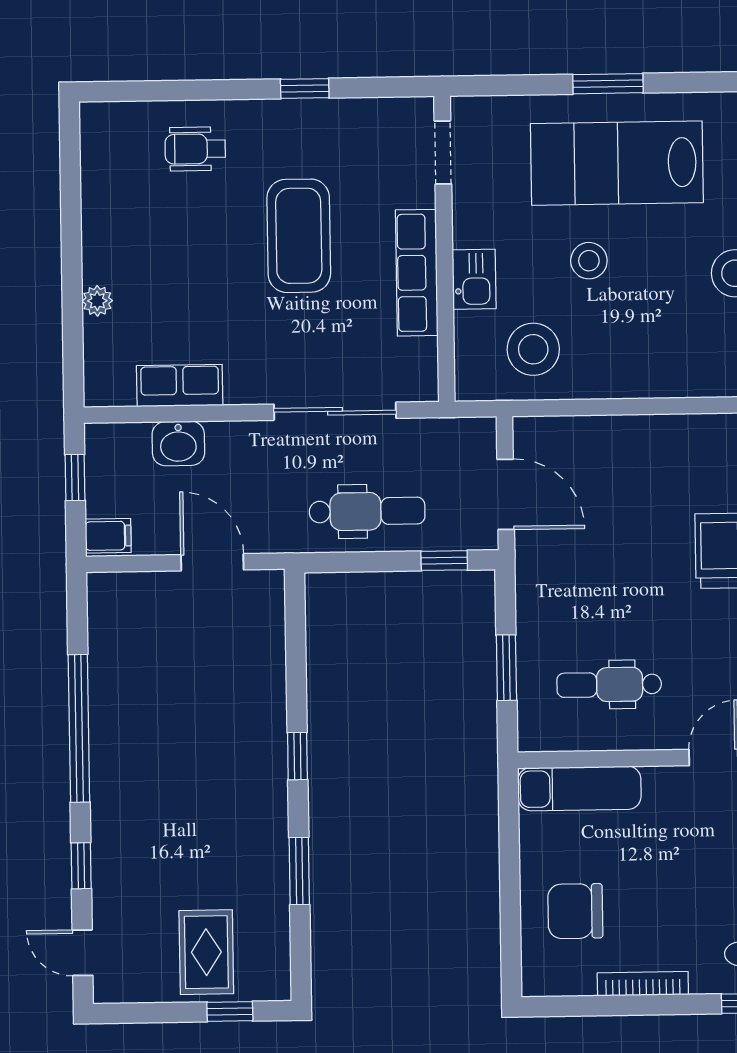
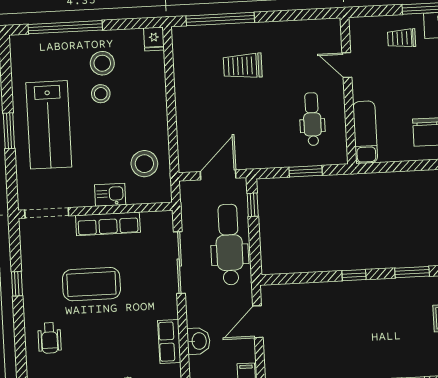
doorway: (443, 152) -> (47, 213), width x1.38
stool: (589, 261) -> (101, 94), moved
dental chair: (367, 511) -> (229, 245), width x1.36, depth x1.38
dental chair: (609, 685) -> (312, 119), turned 180

